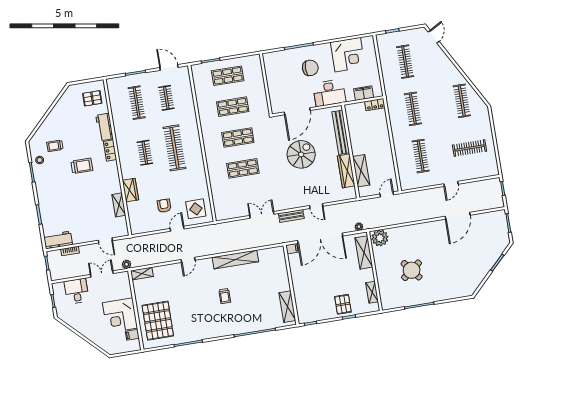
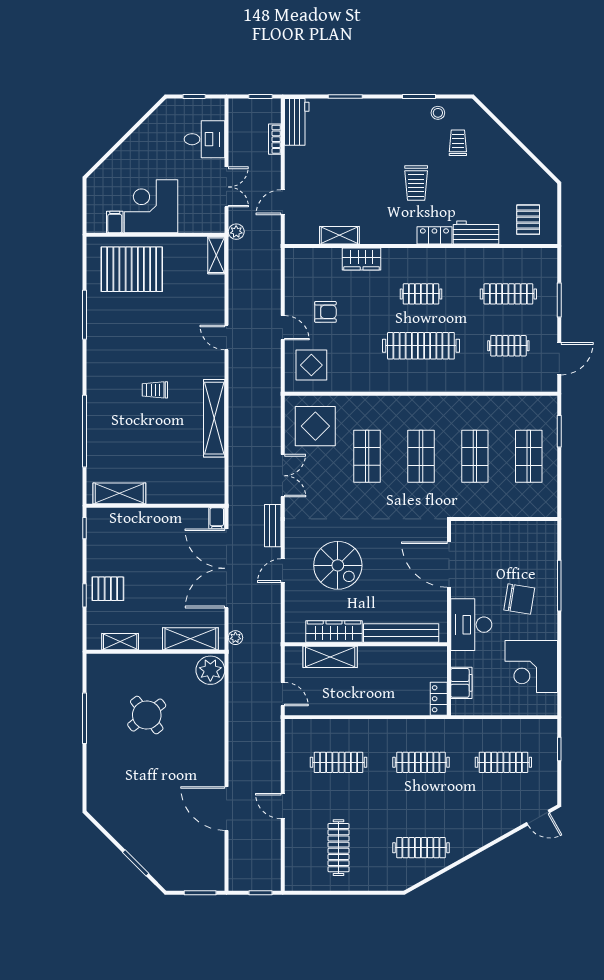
chair: (310, 68) -> (519, 599), turned -81
spiral stairs: (301, 154) -> (338, 565), moved
display table: (230, 201) -> (315, 426), added

